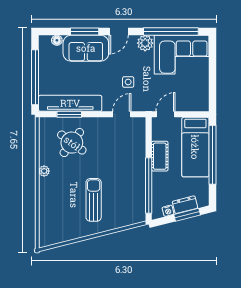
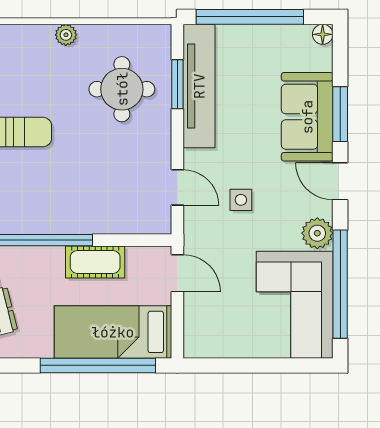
floor lamp: (57, 40) -> (323, 34), moved
round table: (72, 143) -> (122, 89), turned -37

